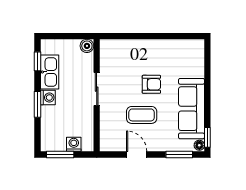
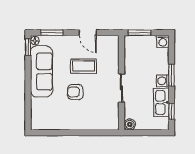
washing machine: (74, 144) -> (163, 41), moved
window: (60, 154) -> (140, 33), moved

